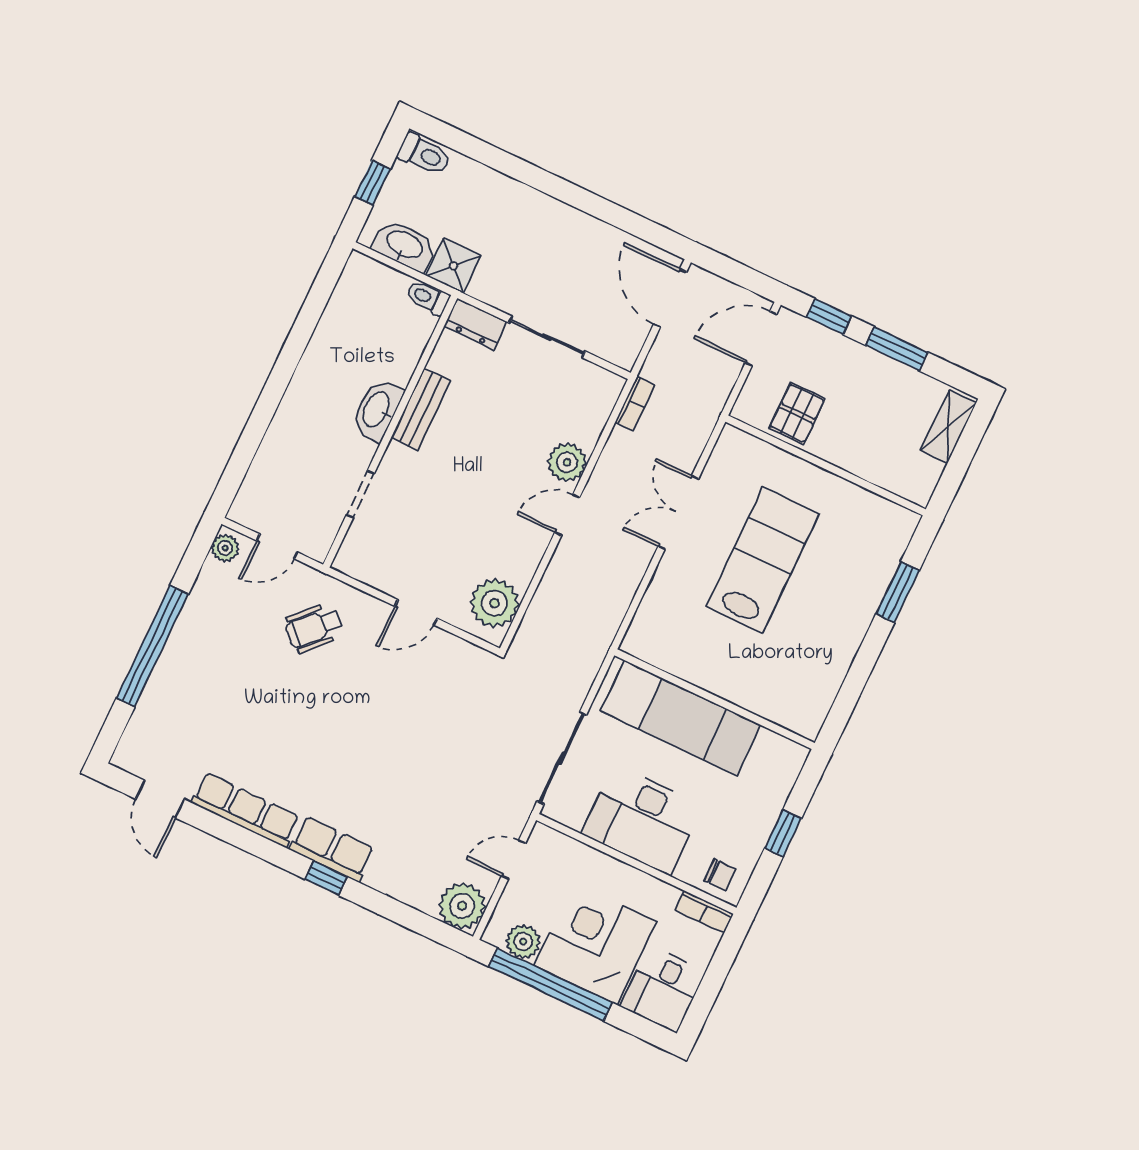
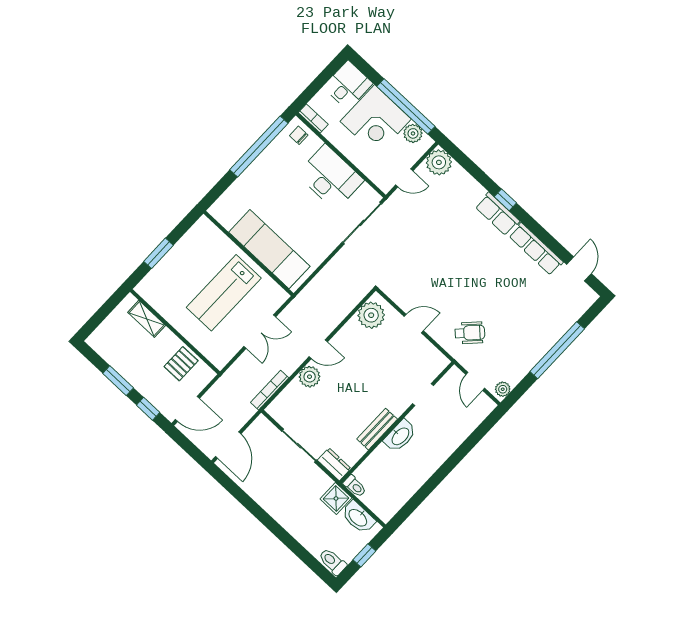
bookcase: (635, 404) -> (270, 390), width x1.56
shelving: (948, 427) -> (147, 319), moved, turned 90
door: (277, 546) -> (475, 381), swing flipped
wall: (715, 699) -> (249, 253), moved
exam couch: (681, 718) -> (269, 249), moved
window: (783, 833) -> (259, 147), width x3.17

